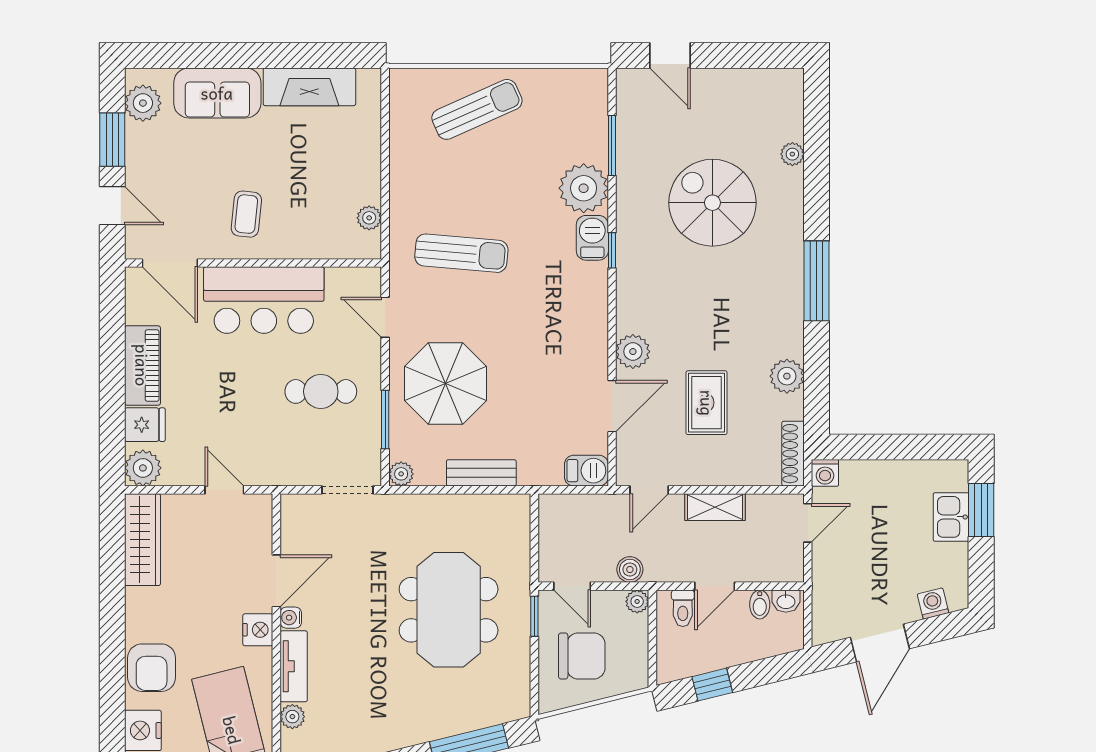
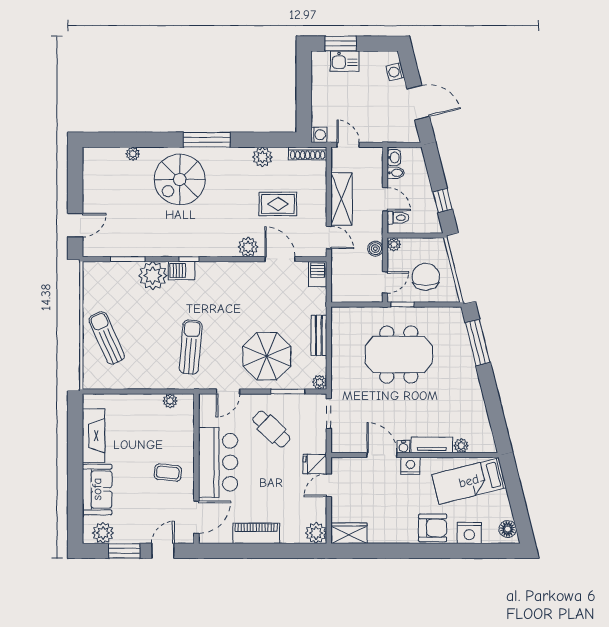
spiral stairs: (712, 203) -> (180, 179), moved
cafe table: (321, 391) -> (271, 429), turned -46
fridge: (145, 425) -> (315, 464), moved, turned -90
shelving: (715, 507) -> (342, 199), width x1.50, depth x1.33
wardrobe: (143, 540) -> (349, 533), width x0.67

